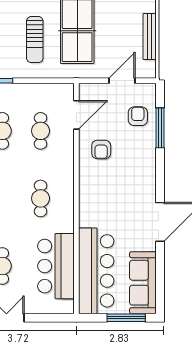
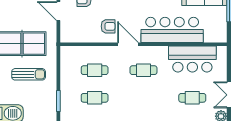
door: (76, 115) -> (128, 44), moved
bar counter: (96, 271) -> (172, 30), moved

